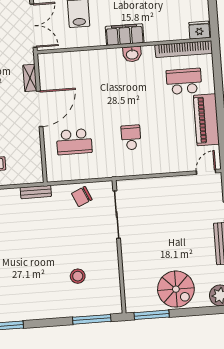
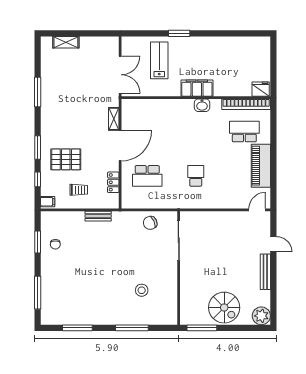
locker: (35, 152) -> (113, 182), added
bench: (36, 192) -> (98, 216), moved
window: (92, 319) -> (132, 328), moved

